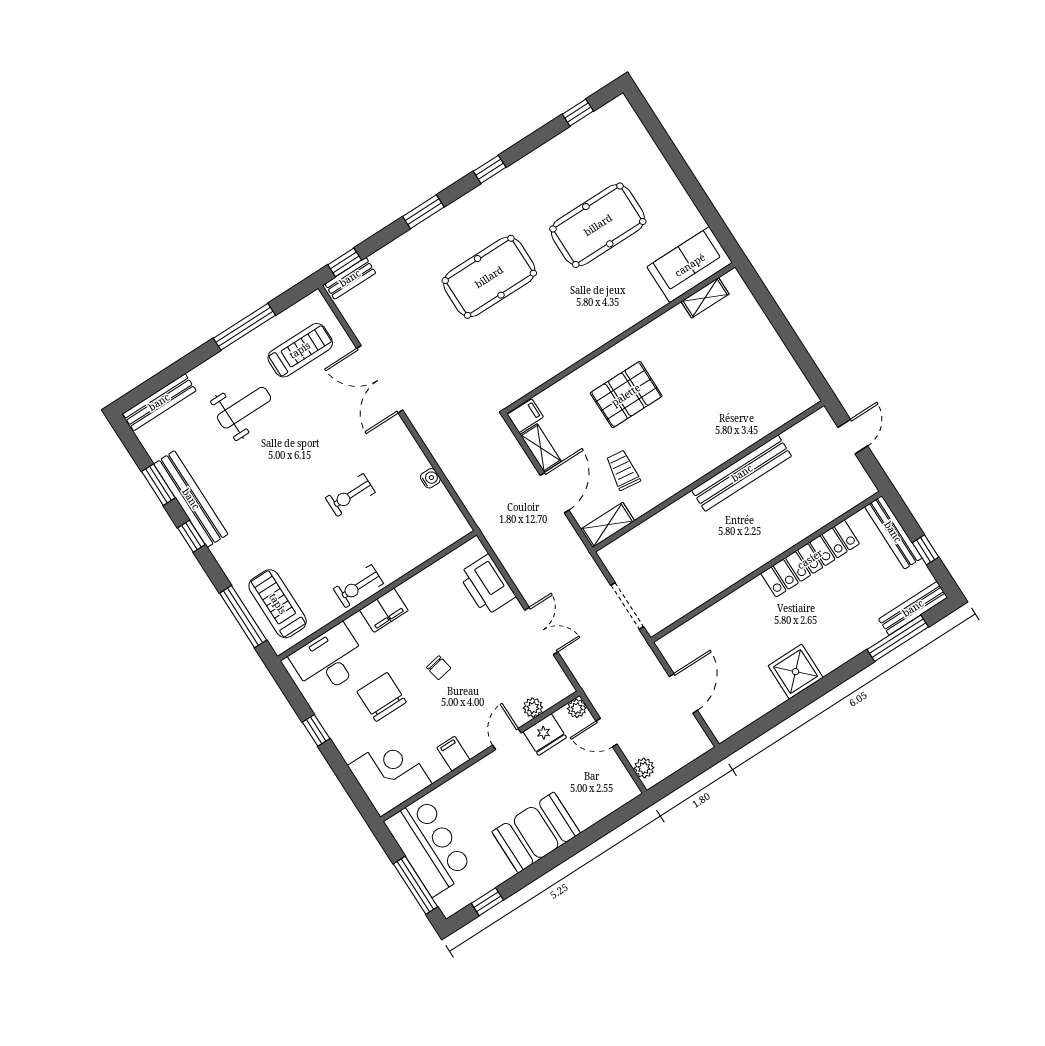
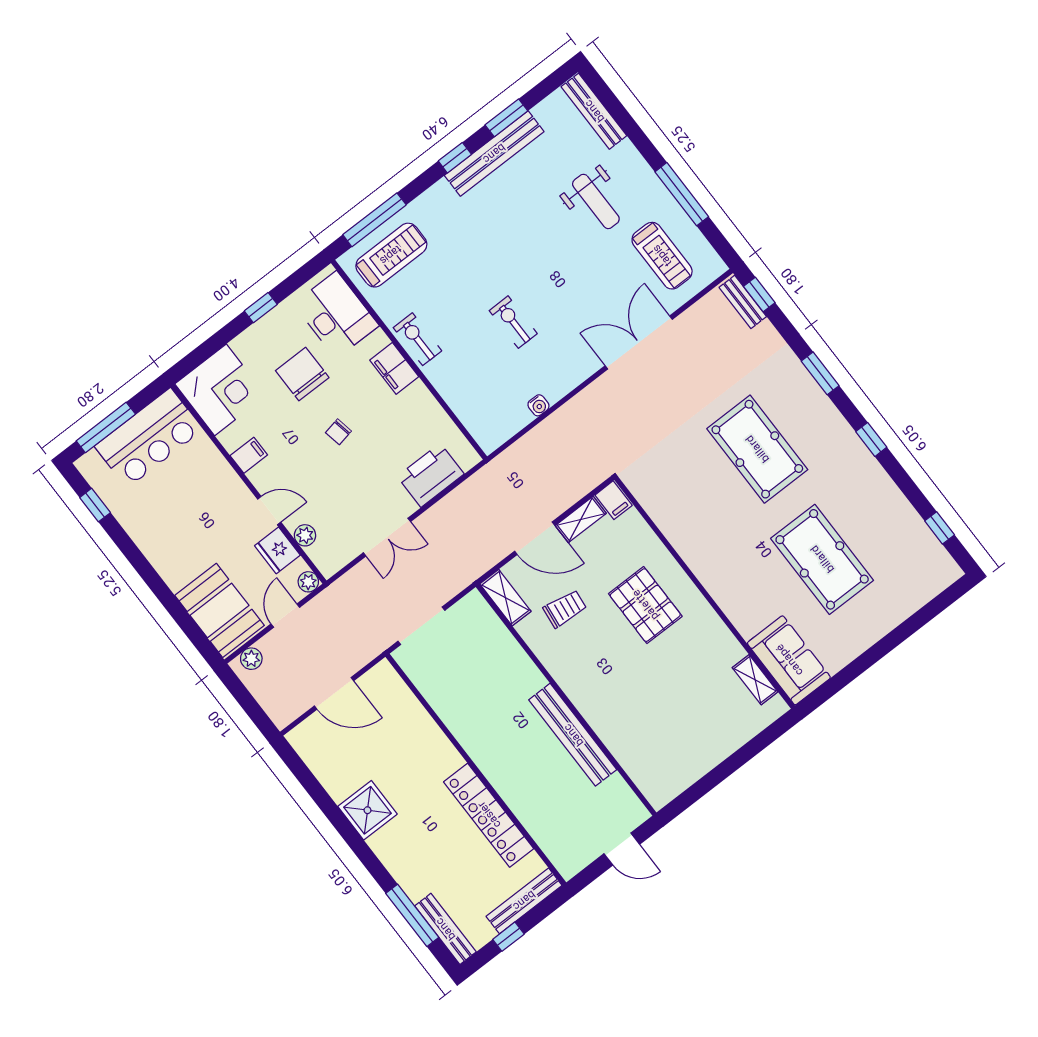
chair: (382, 697) -> (302, 374), turned -90
booth: (536, 832) -> (220, 610), moved

